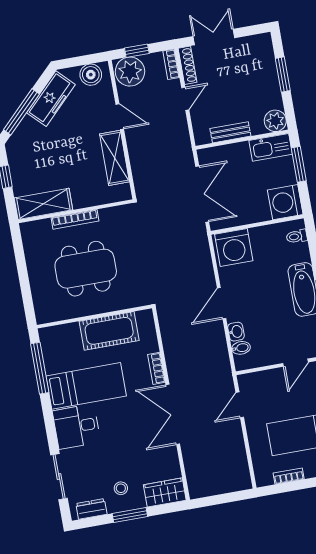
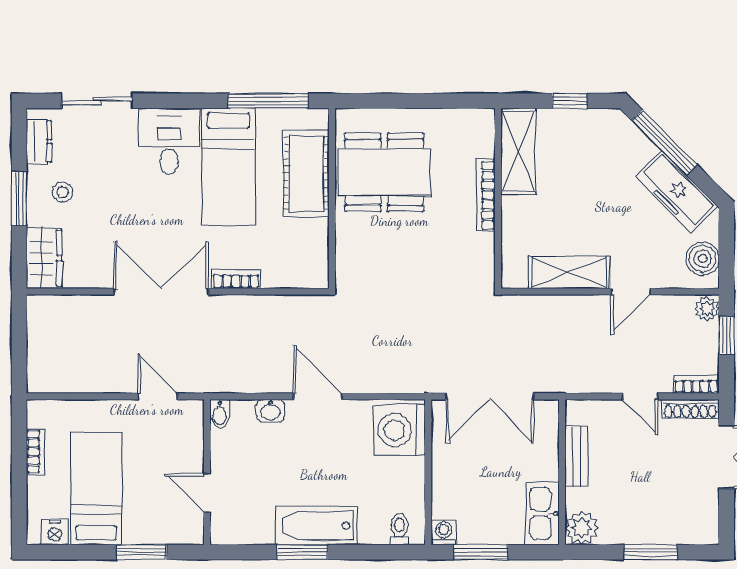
plant: (130, 72) -> (707, 309), width x0.53, depth x0.53
window: (299, 164) -> (481, 552), moved
washing machine: (285, 202) -> (444, 532), width x0.53, depth x0.53
dining table: (86, 269) -> (384, 172), moved, turned 90
cot: (109, 331) -> (306, 173), moved
bidet: (241, 348) -> (220, 414), moved

